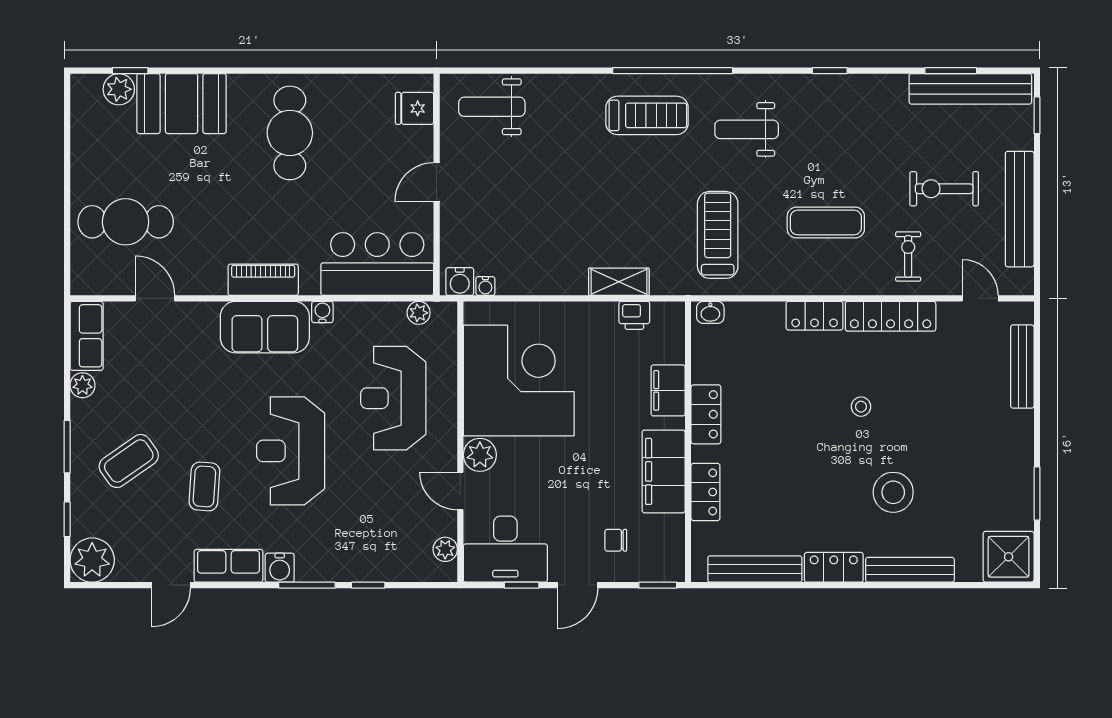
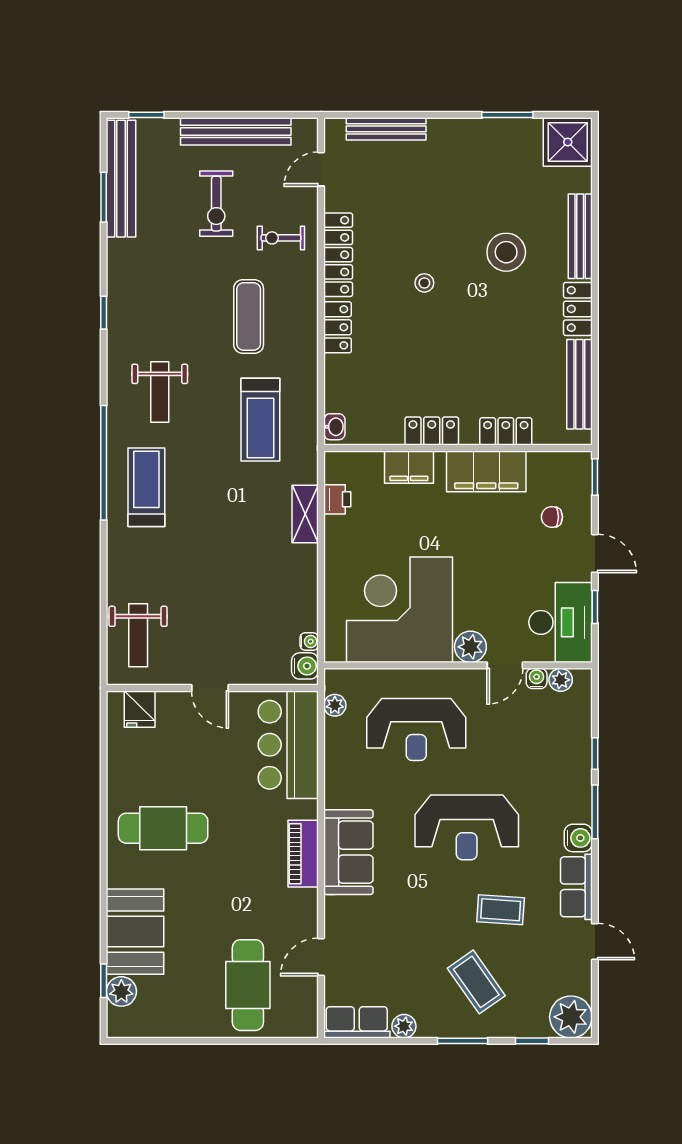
treadmill: (718, 235) -> (260, 420), turned -90
water cooler: (322, 312) -> (537, 678), moved, turned 90
chair: (616, 540) -> (552, 517), turned 90

